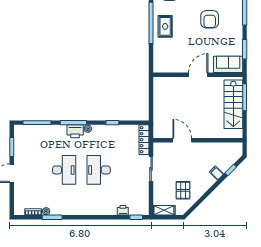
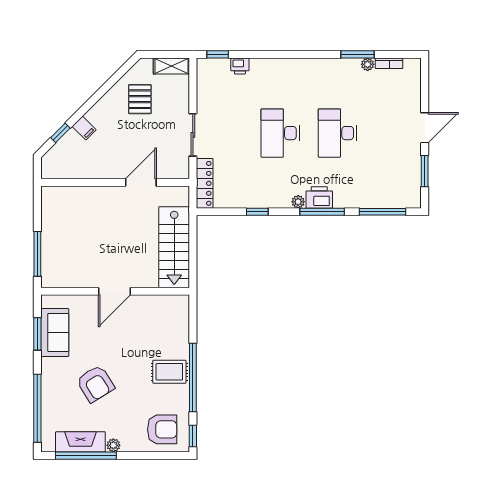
armchair: (210, 19) -> (95, 384), turned 148
rug: (165, 26) -> (169, 372), turned 90
sofa: (228, 64) -> (55, 333), moved, turned -90
stairs: (233, 104) -> (174, 247), moved, turned 180
door: (182, 140) -> (141, 182), swing flipped
desk: (99, 170) -> (280, 133), turned 180

